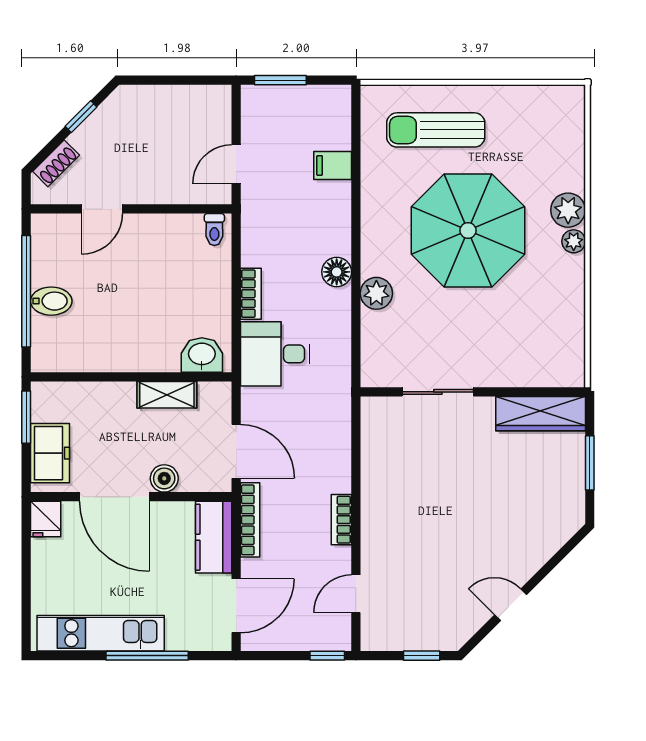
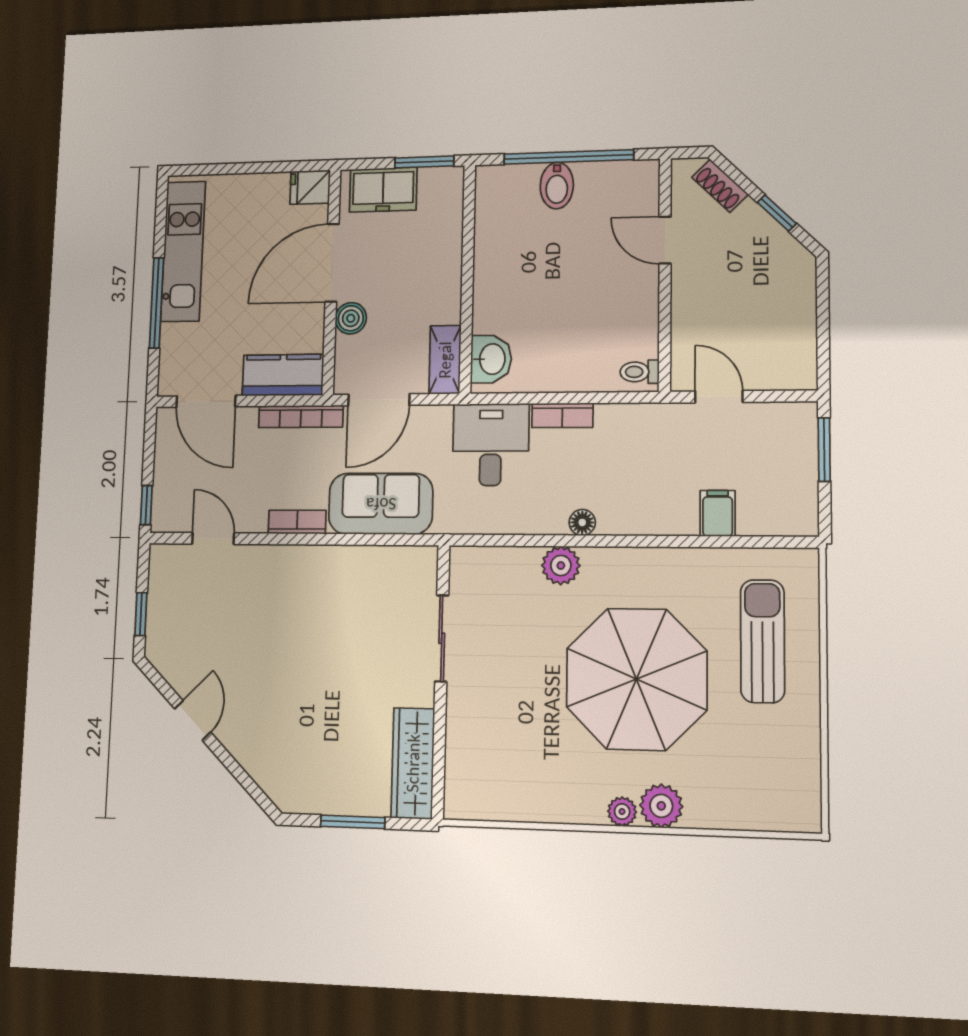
floor lamp: (337, 272) -> (582, 522), width x0.73, depth x0.73
shelving: (167, 395) -> (445, 360), moved
sofa: (326, 447) -> (381, 504), added

